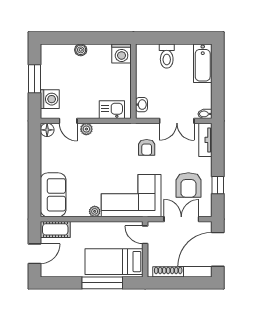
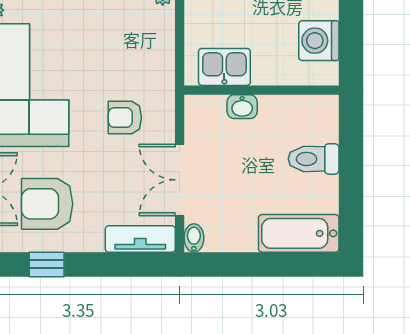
washing machine: (122, 54) -> (319, 41), moved
washbasin: (141, 105) -> (242, 107), moved
kitchen sink: (112, 110) -> (224, 67), moved, turned -90

